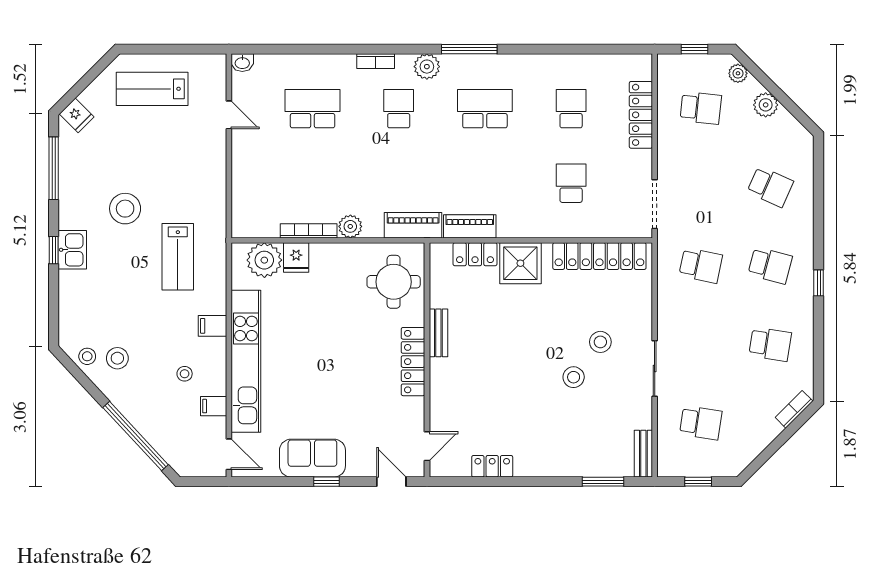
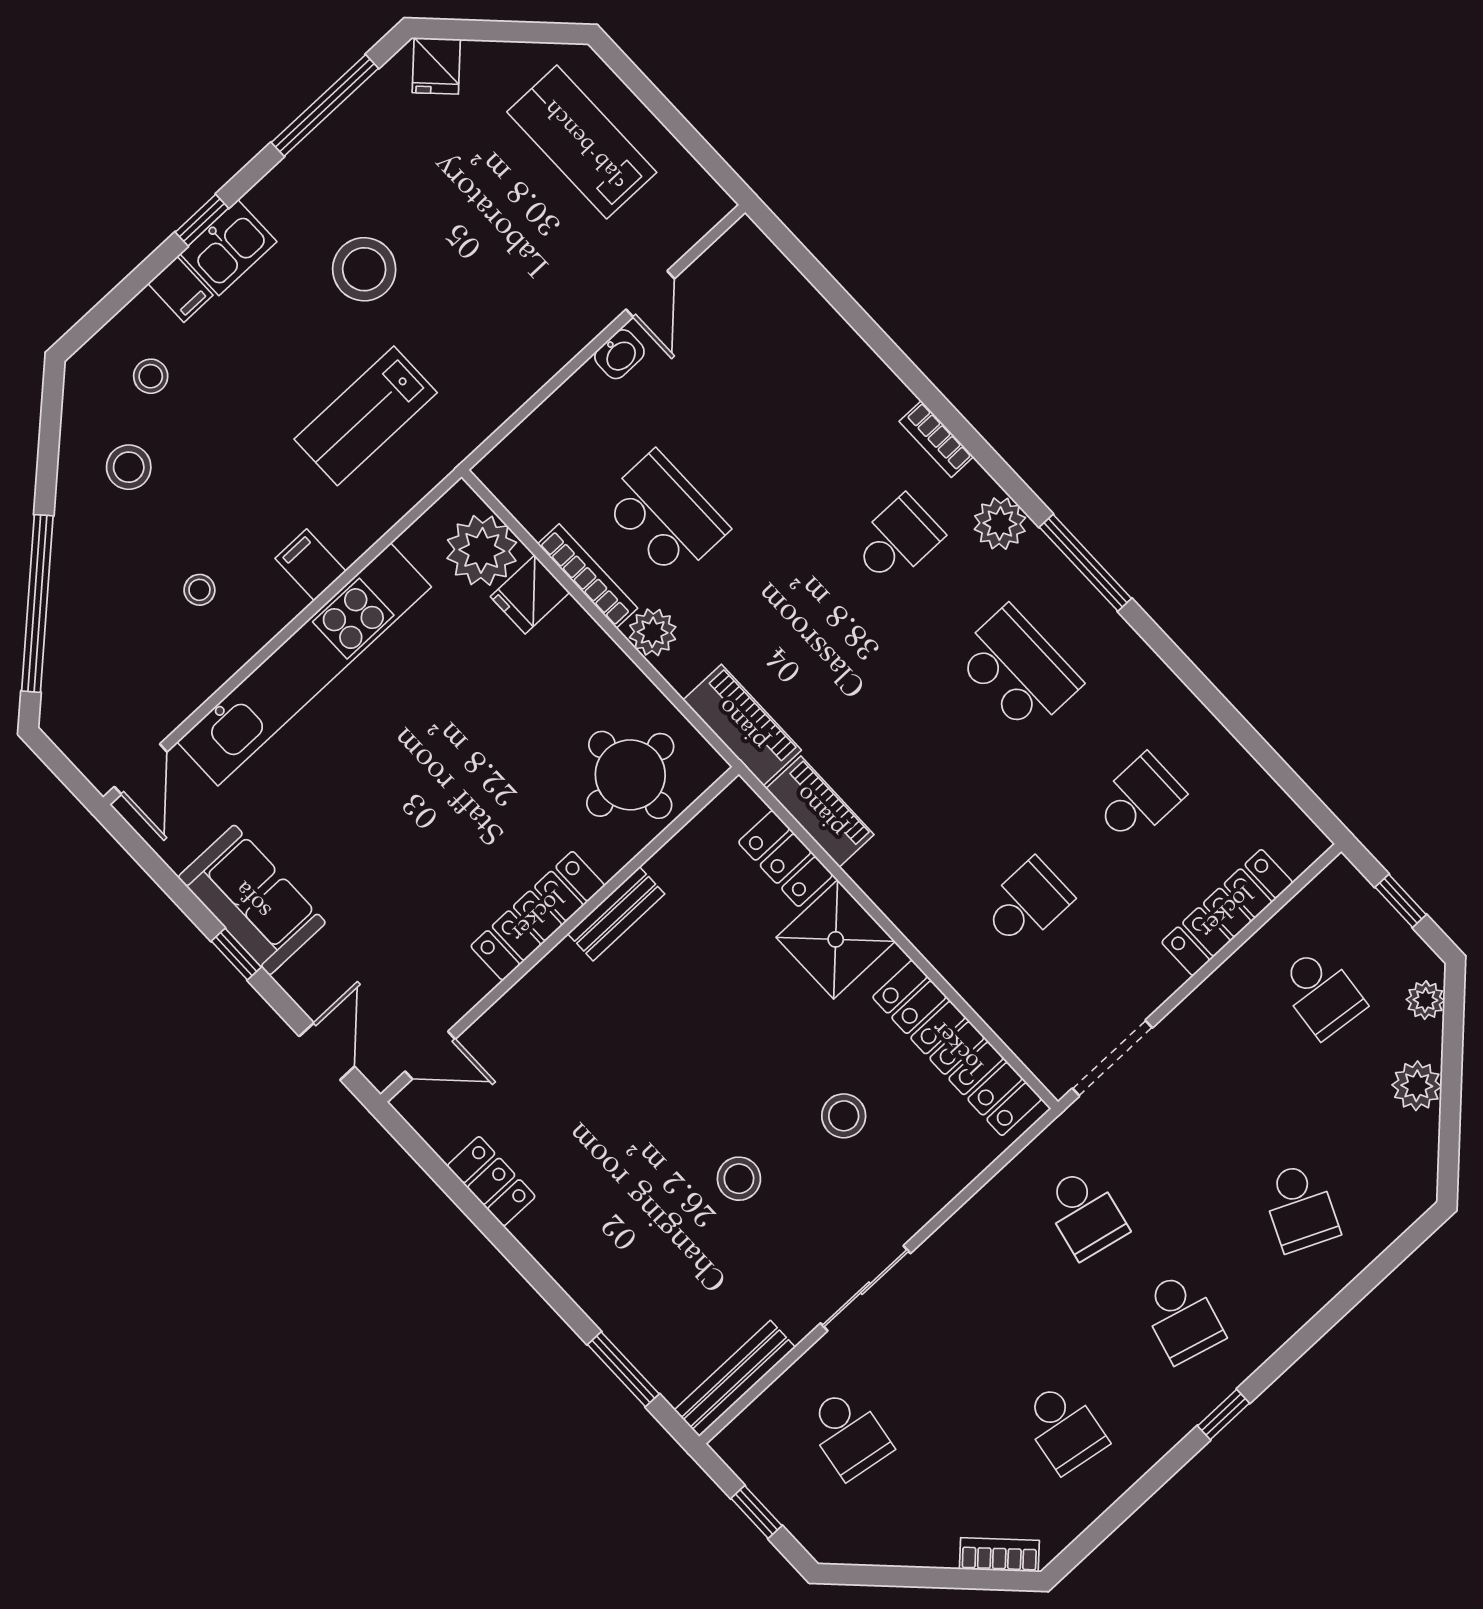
washbasin: (242, 63) -> (619, 354), moved, turned -90
school desk: (313, 109) -> (665, 515), moved
stool: (600, 342) -> (844, 1116), moved
stool: (87, 356) -> (151, 376), moved
filing cabinet: (214, 406) -> (180, 289), moved, turned 180
bench: (643, 454) -> (735, 1379), width x1.36

